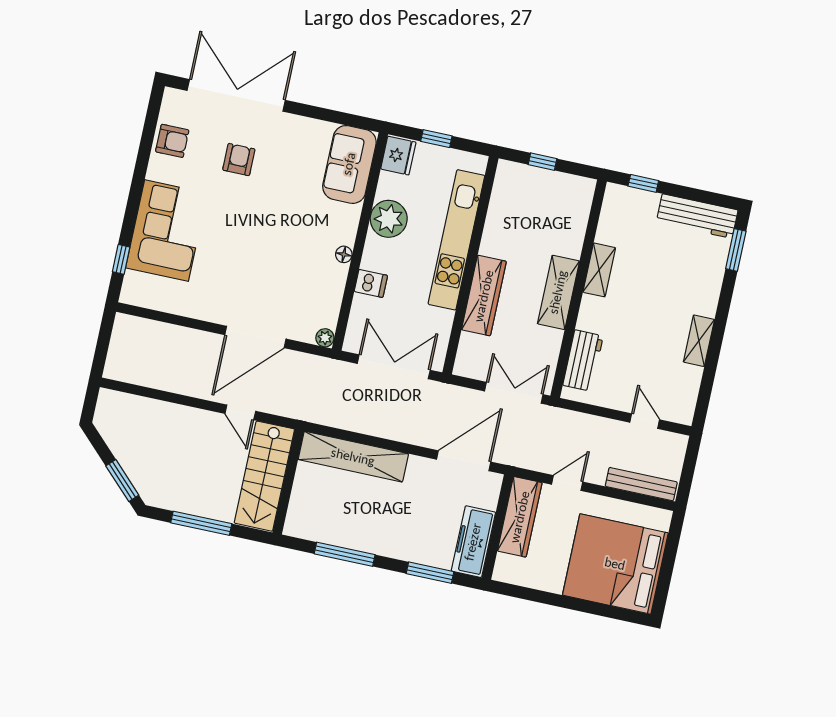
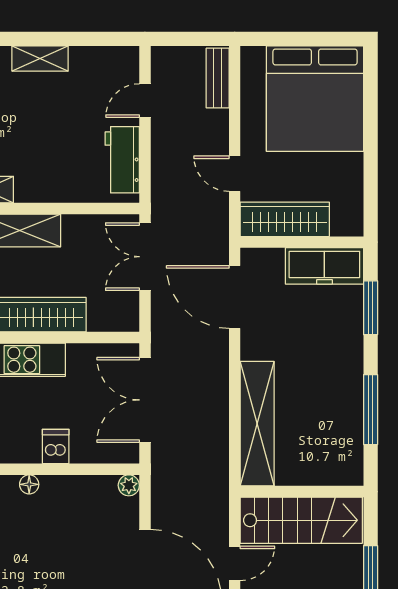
workbench: (583, 361) -> (122, 160), moved, turned -90
bench: (641, 484) -> (218, 78), width x0.73

